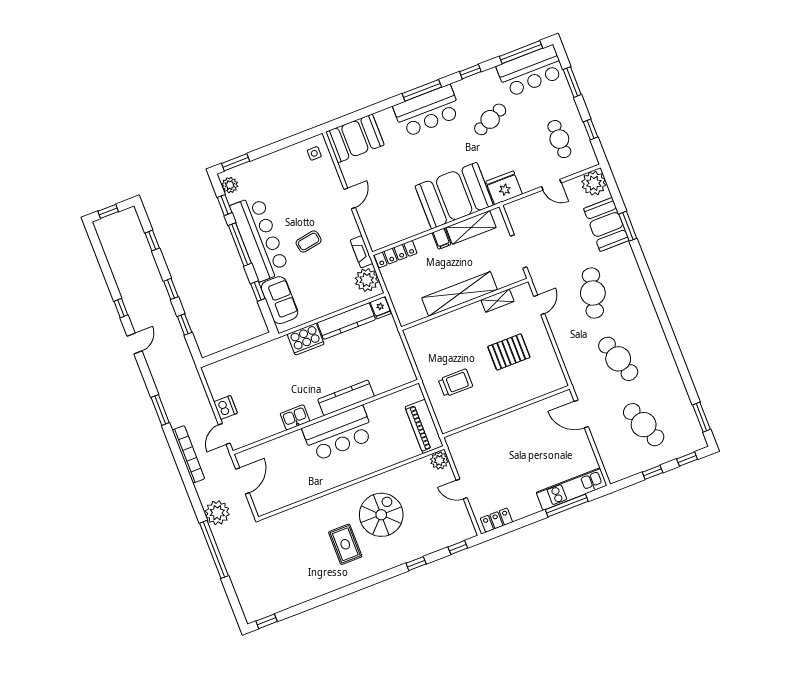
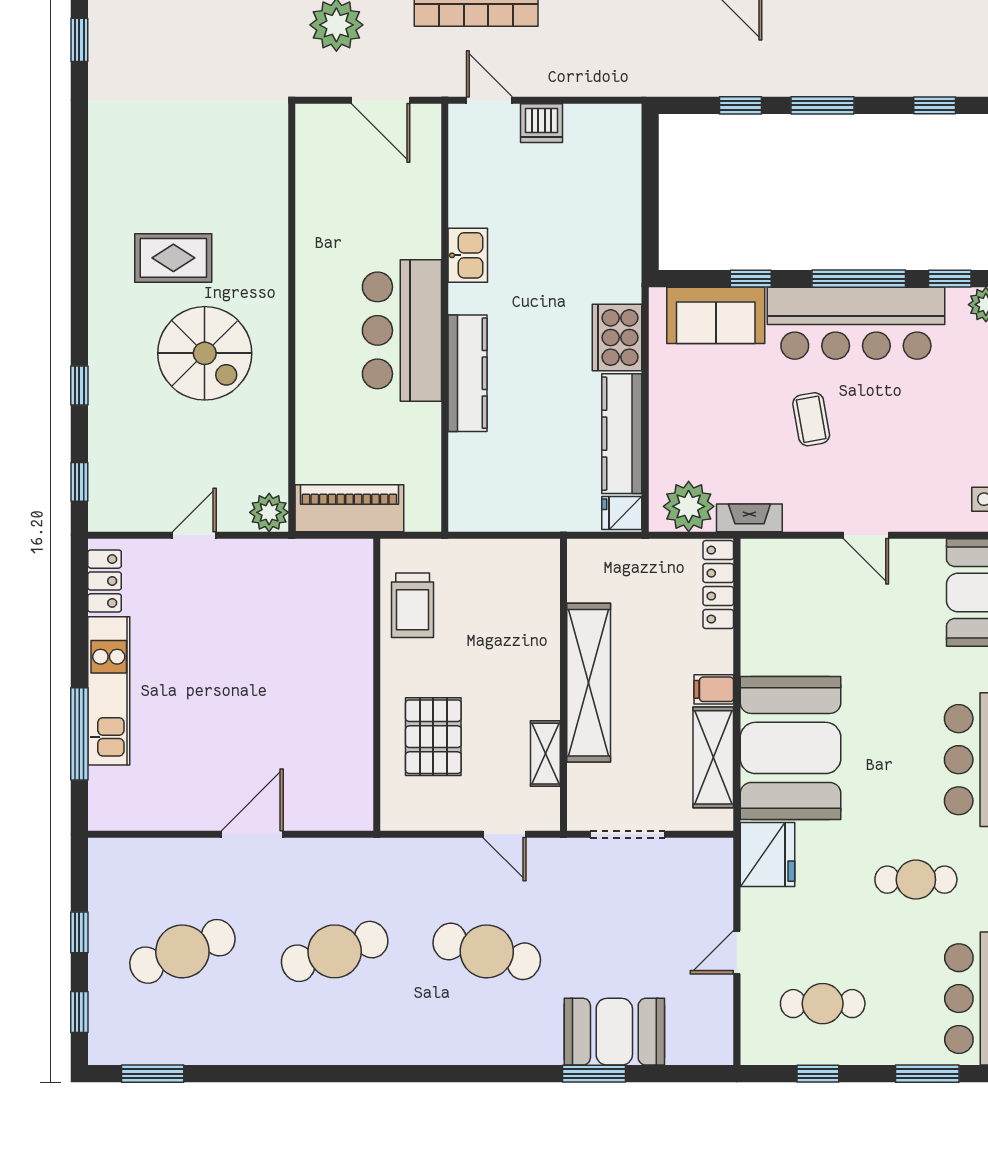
cafe table: (490, 119) -> (916, 880), turned -66
plant: (594, 183) -> (707, 1039), removed
window: (171, 289) -> (823, 105), width x1.50
wall: (506, 412) -> (377, 685), moved
kitchen unit: (572, 489) -> (109, 691), moved

